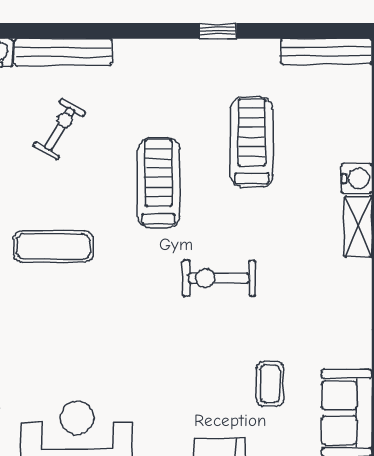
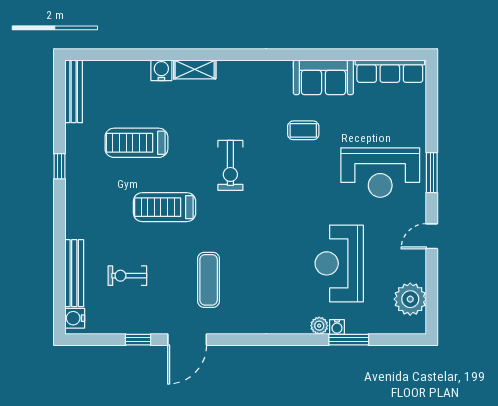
exercise bike: (59, 129) -> (127, 276), turned -31

